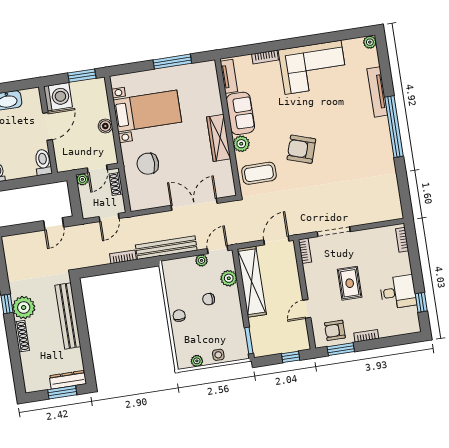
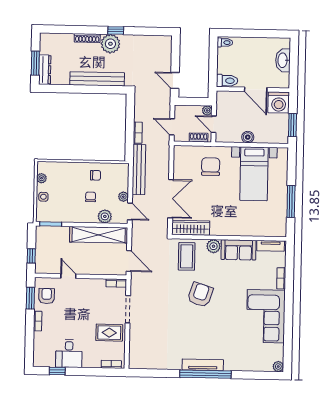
tv unit: (377, 92) -> (203, 365), moved
wardrobe: (219, 138) -> (191, 228), moved
rug: (350, 283) -> (109, 333), moved
chair: (179, 316) -> (96, 175), moved

